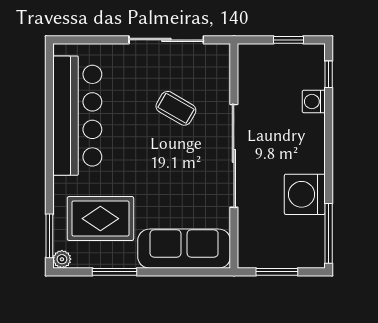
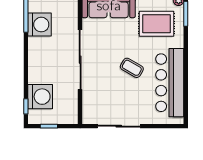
washing machine: (314, 102) -> (40, 97), width x1.89, depth x1.89
coffee table: (176, 108) -> (132, 68), moved
washing machine: (305, 194) -> (39, 25), moved

